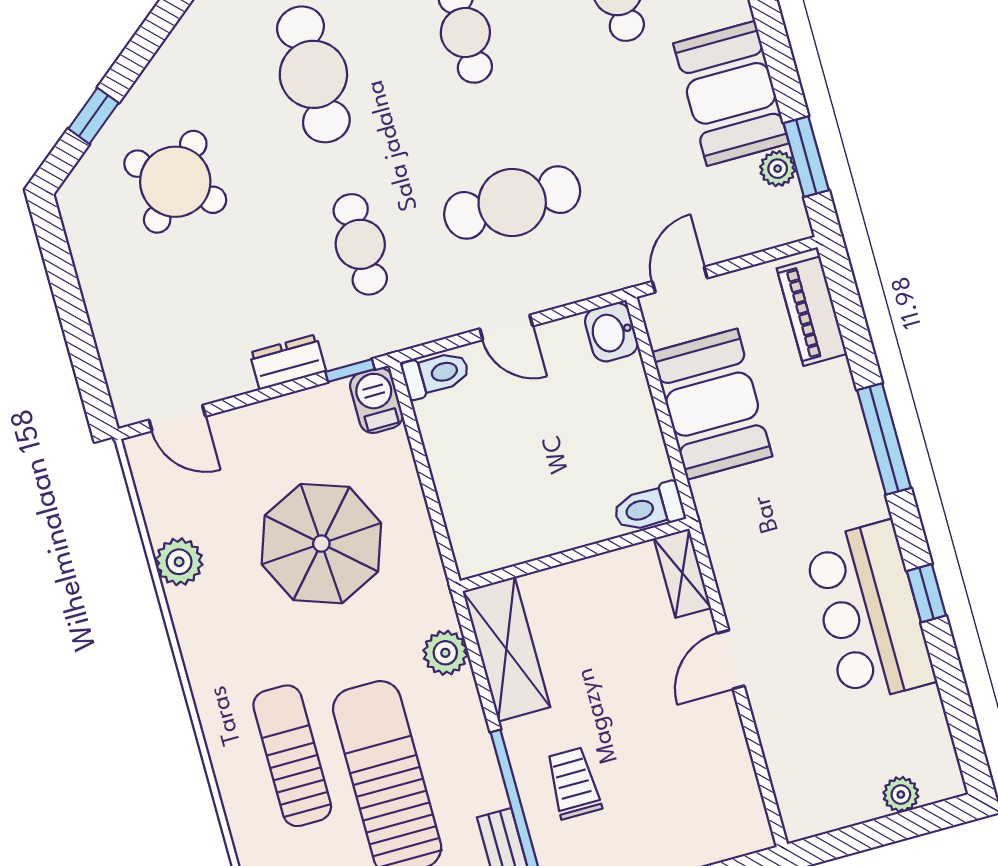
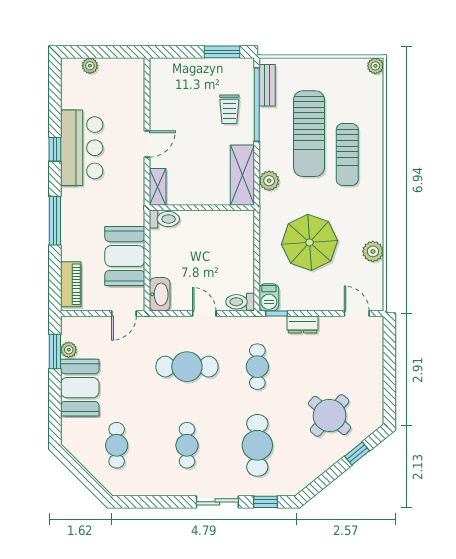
washbasin: (611, 332) -> (160, 294), width x1.38

